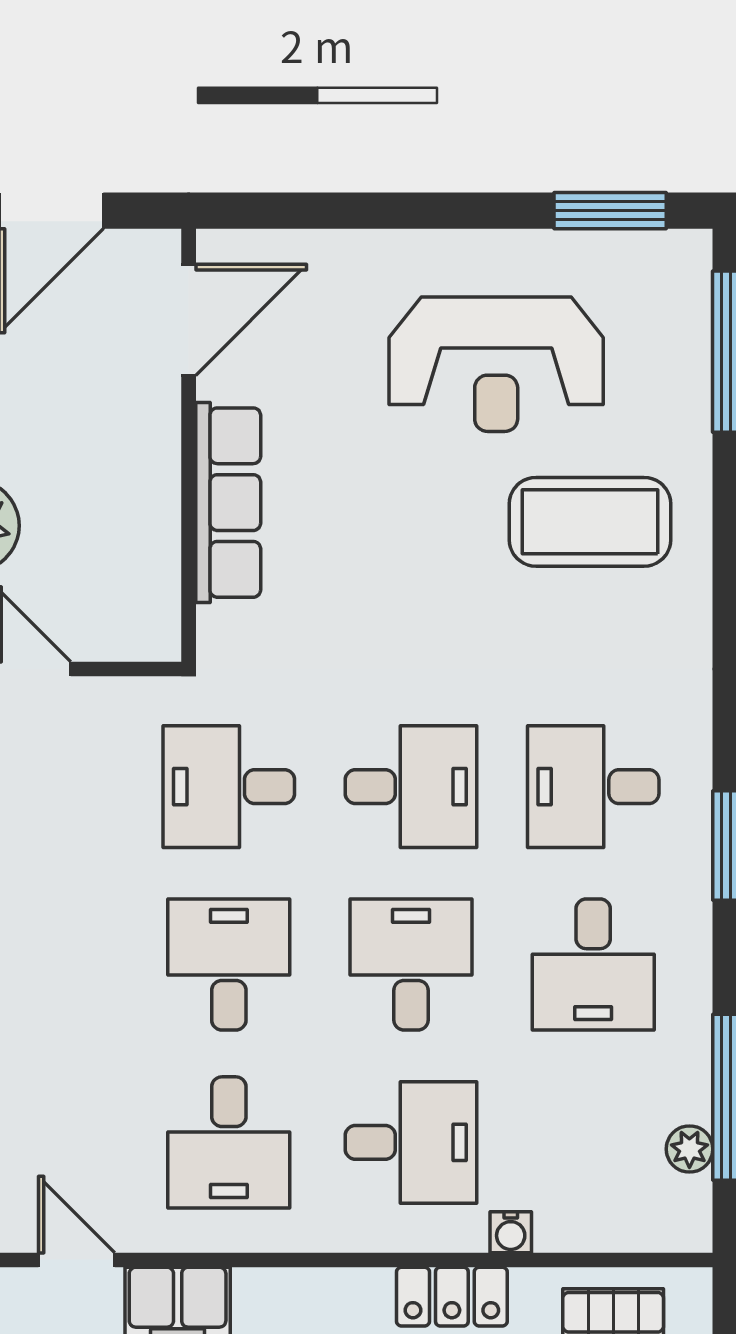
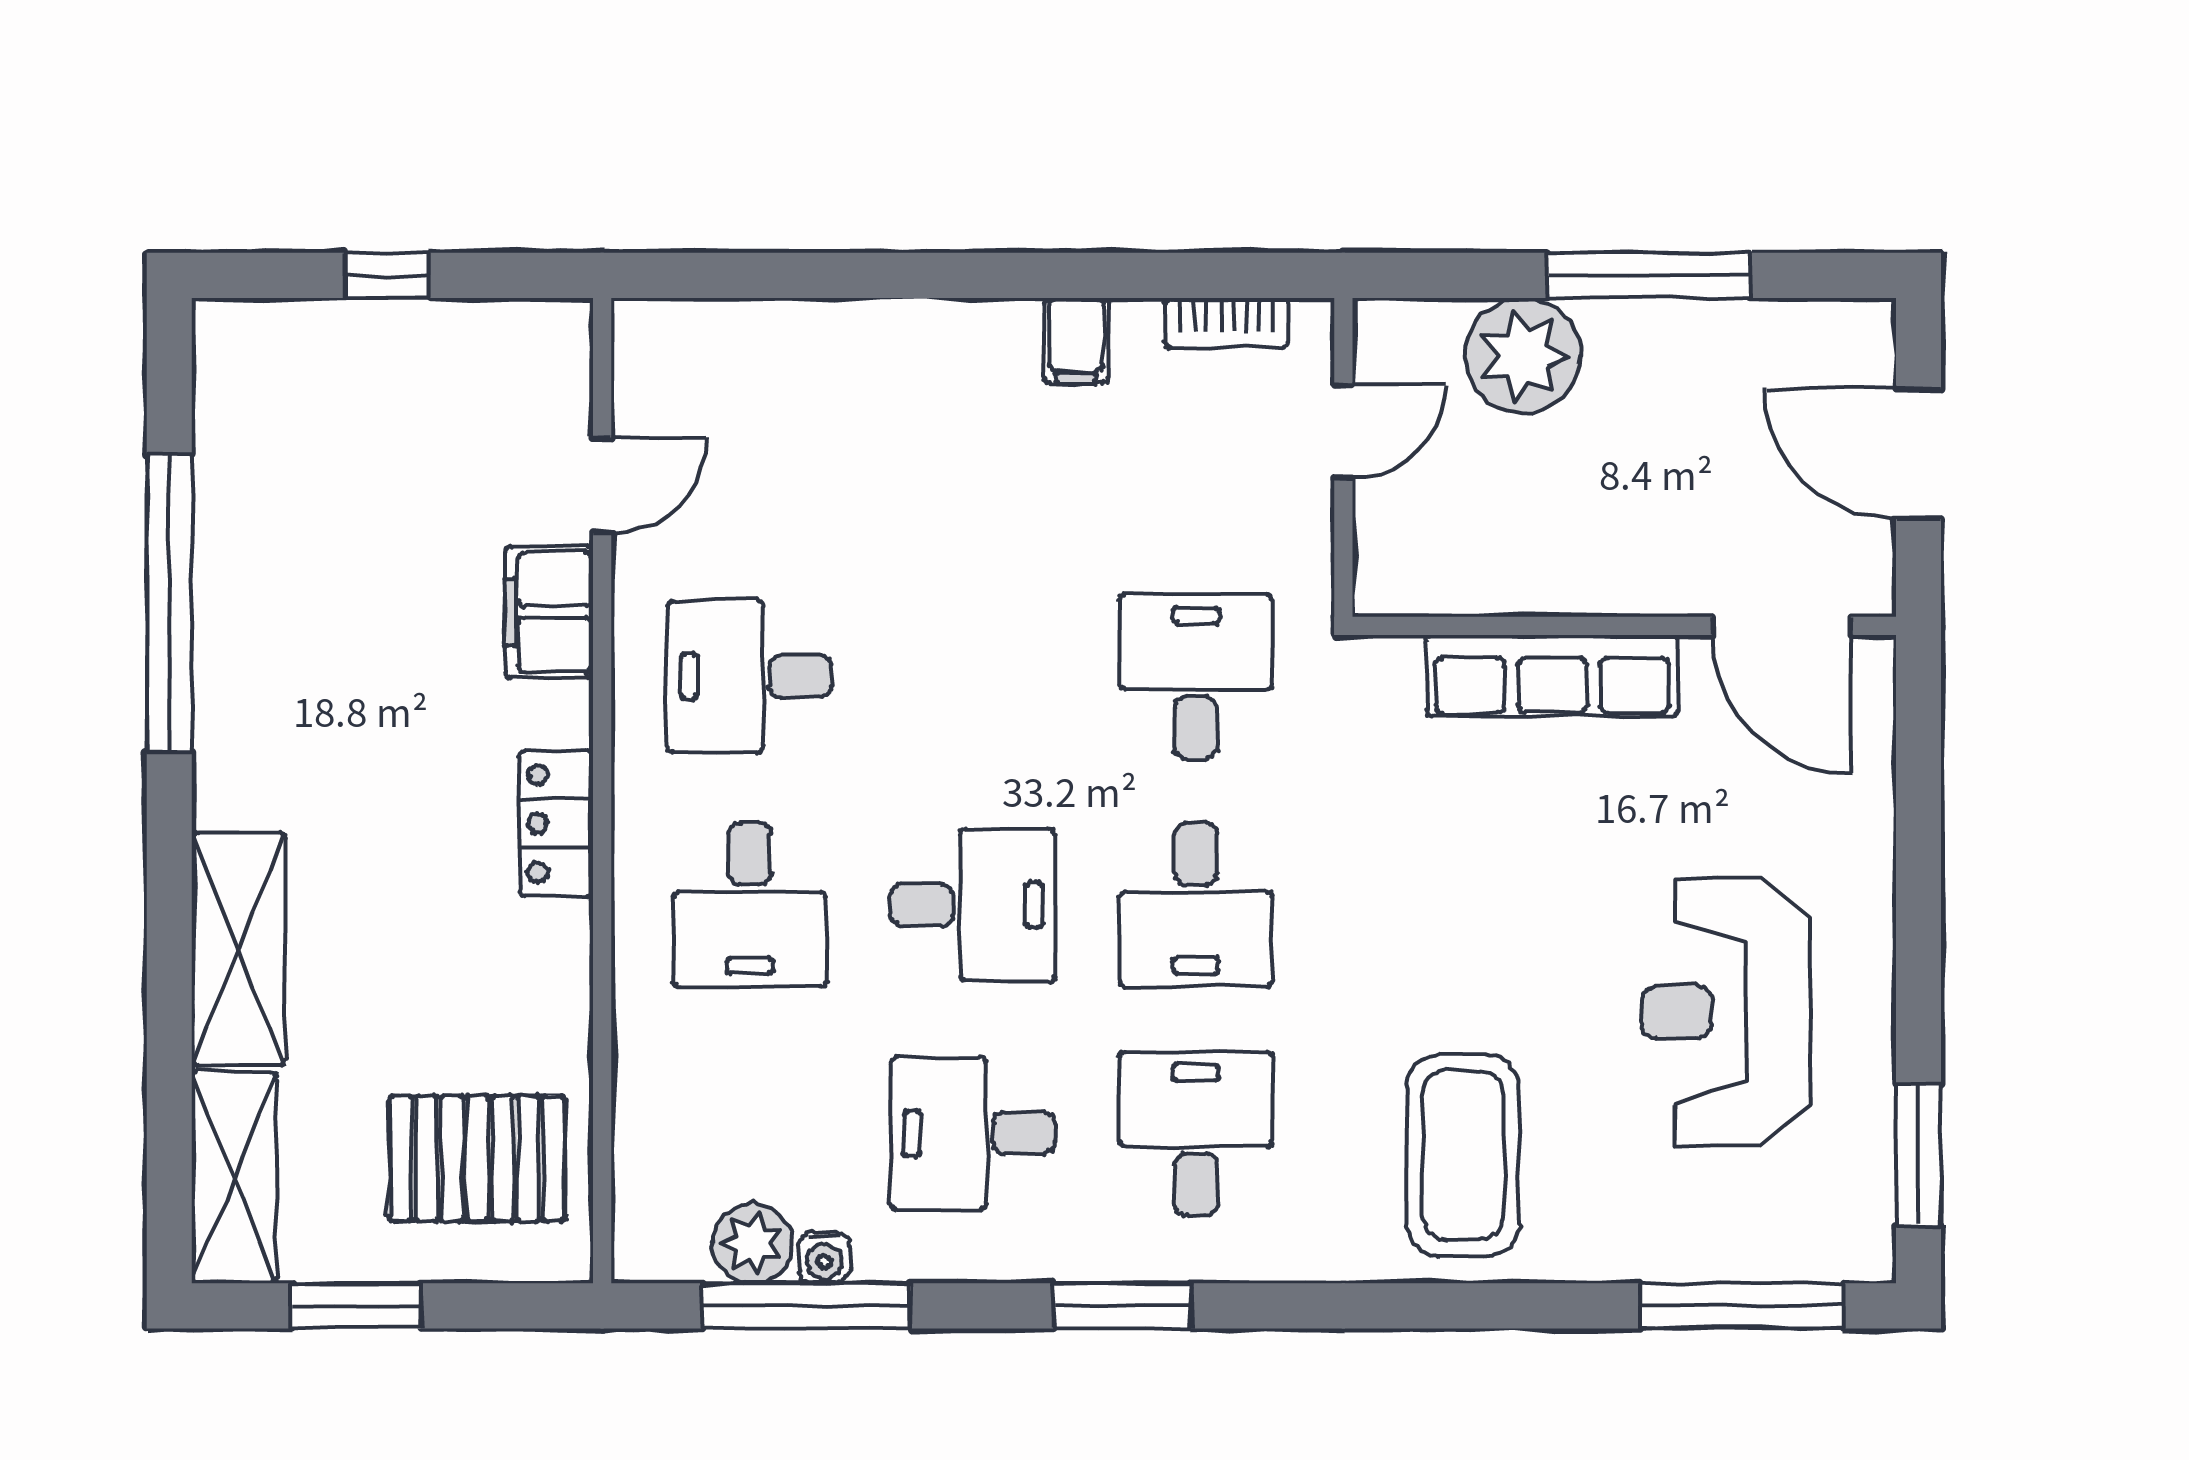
coffee table: (590, 522) -> (1463, 1155), moved
desk: (229, 965) -> (973, 676), removed
plant: (689, 1149) -> (752, 1243), width x1.38, depth x1.38
water cooler: (511, 1232) -> (824, 1258), moved, turned -90
locker: (452, 1297) -> (556, 823), moved

